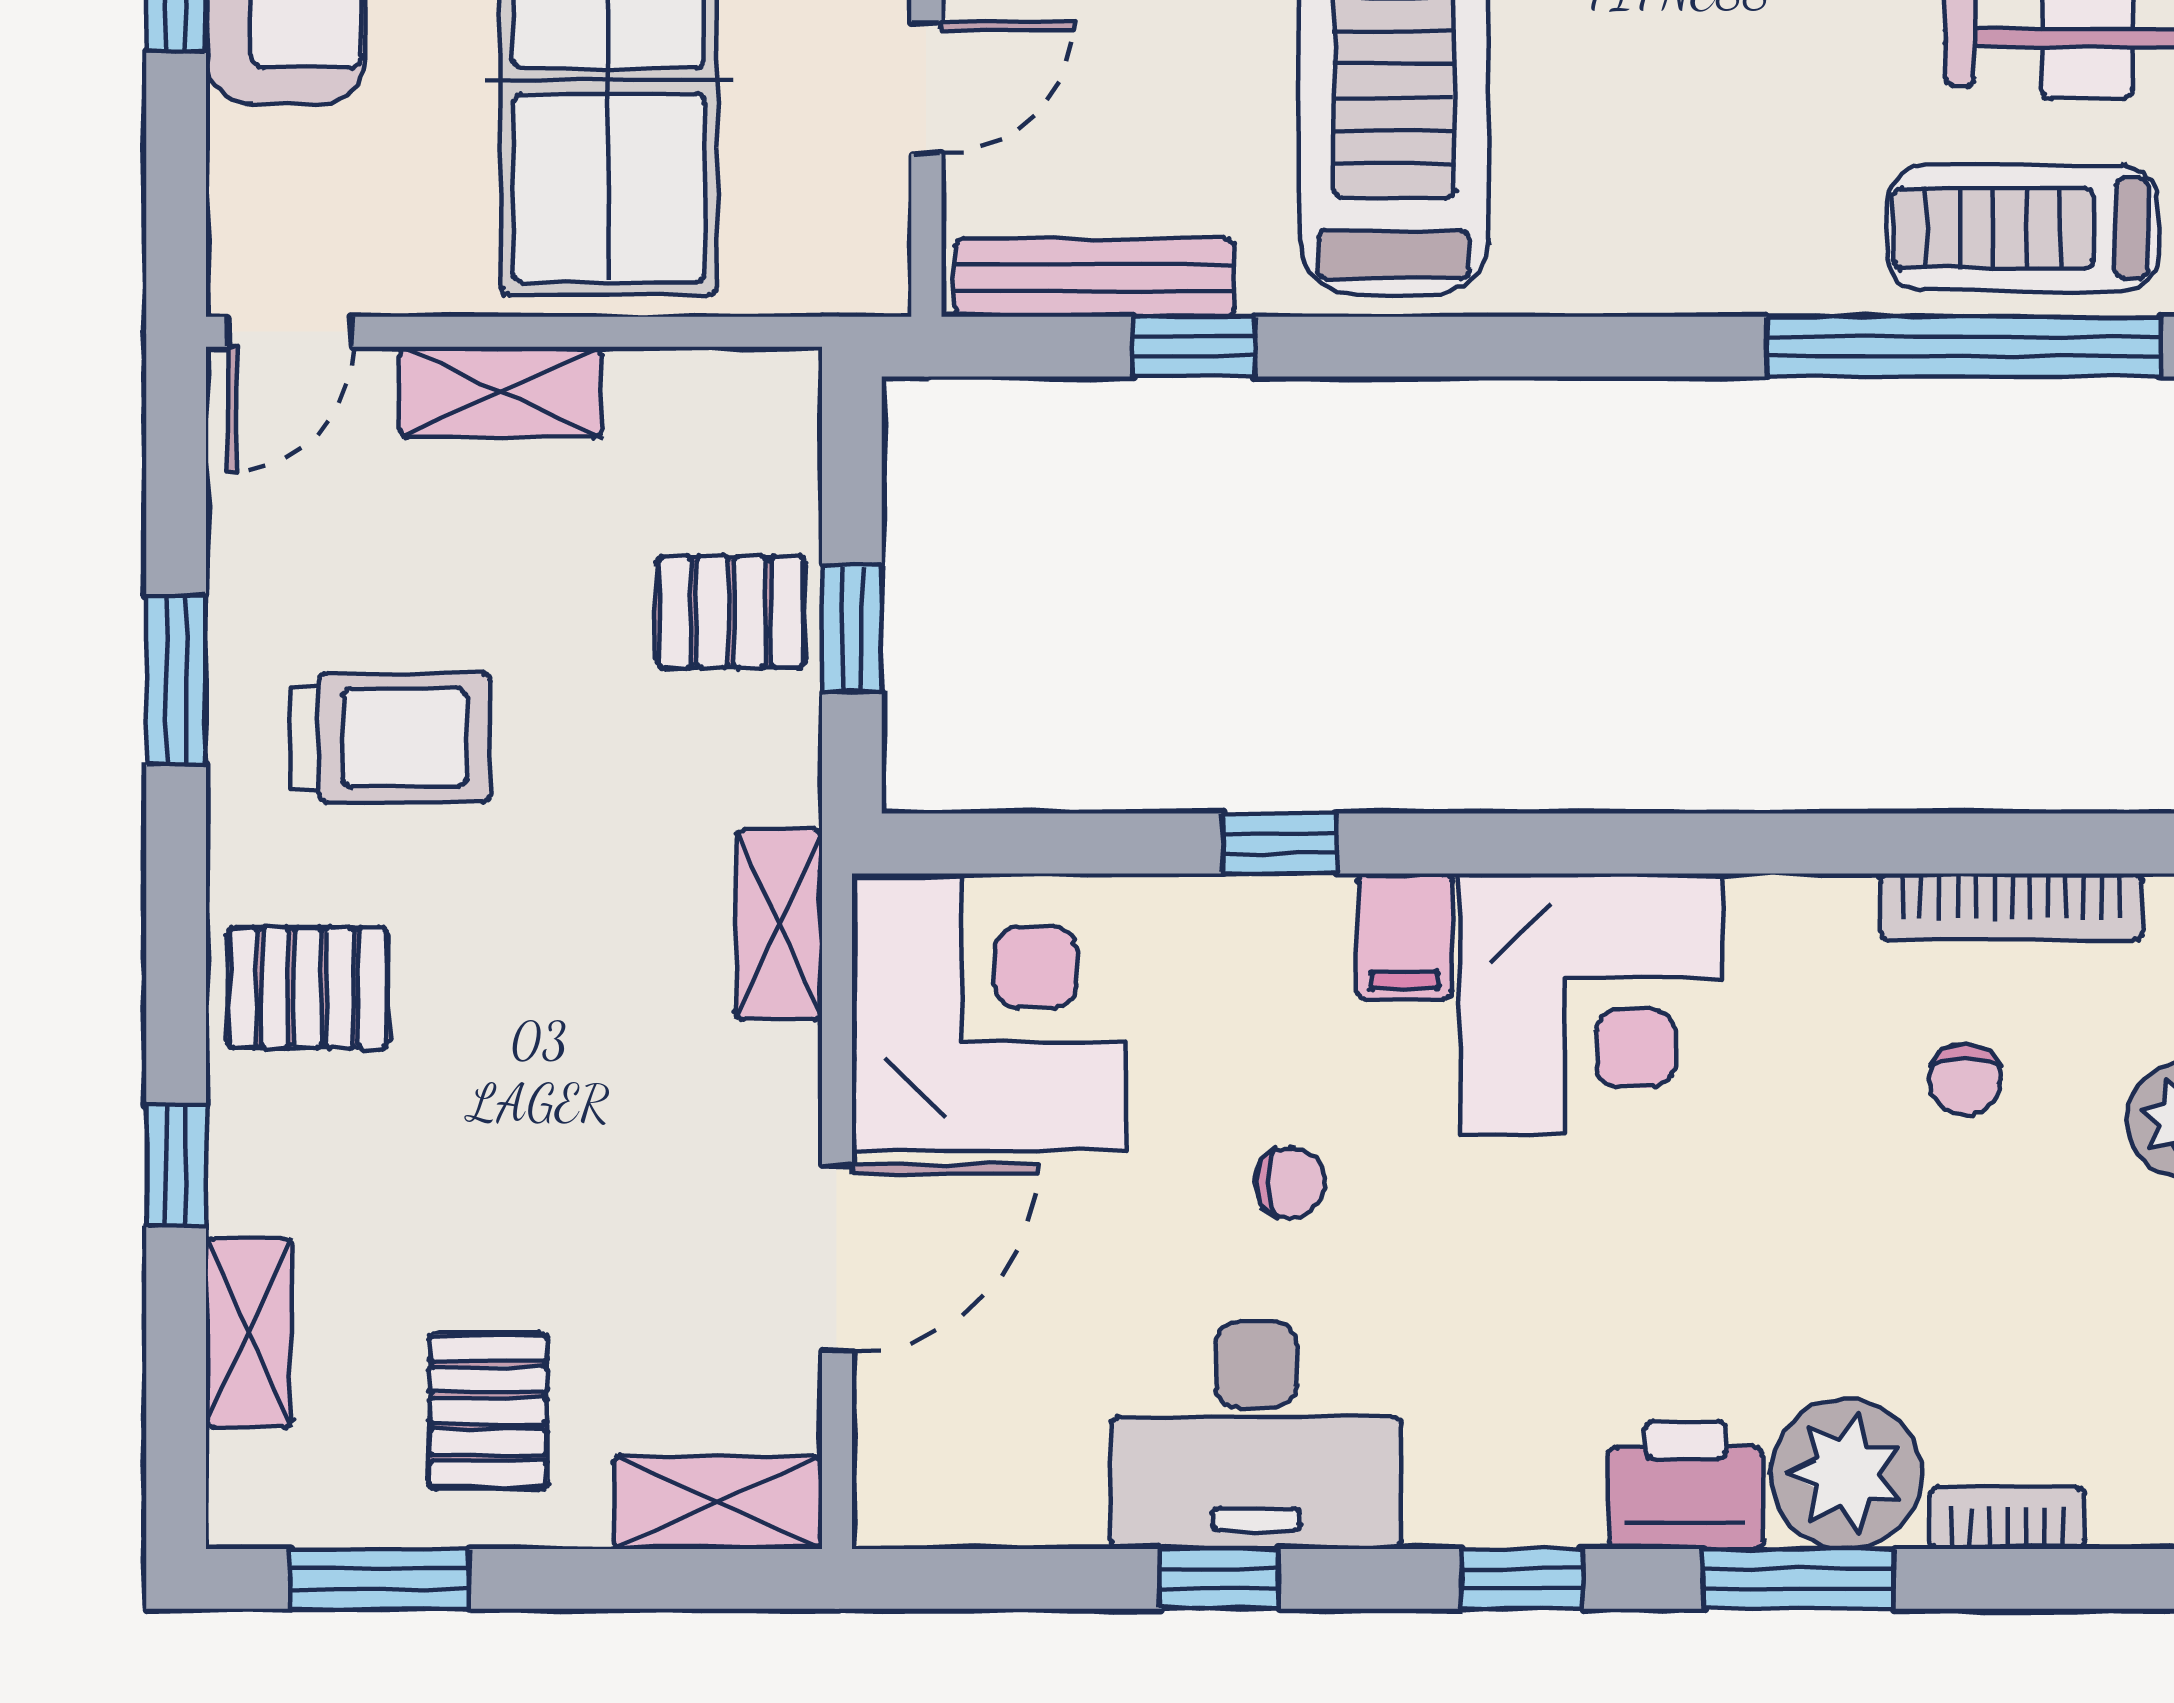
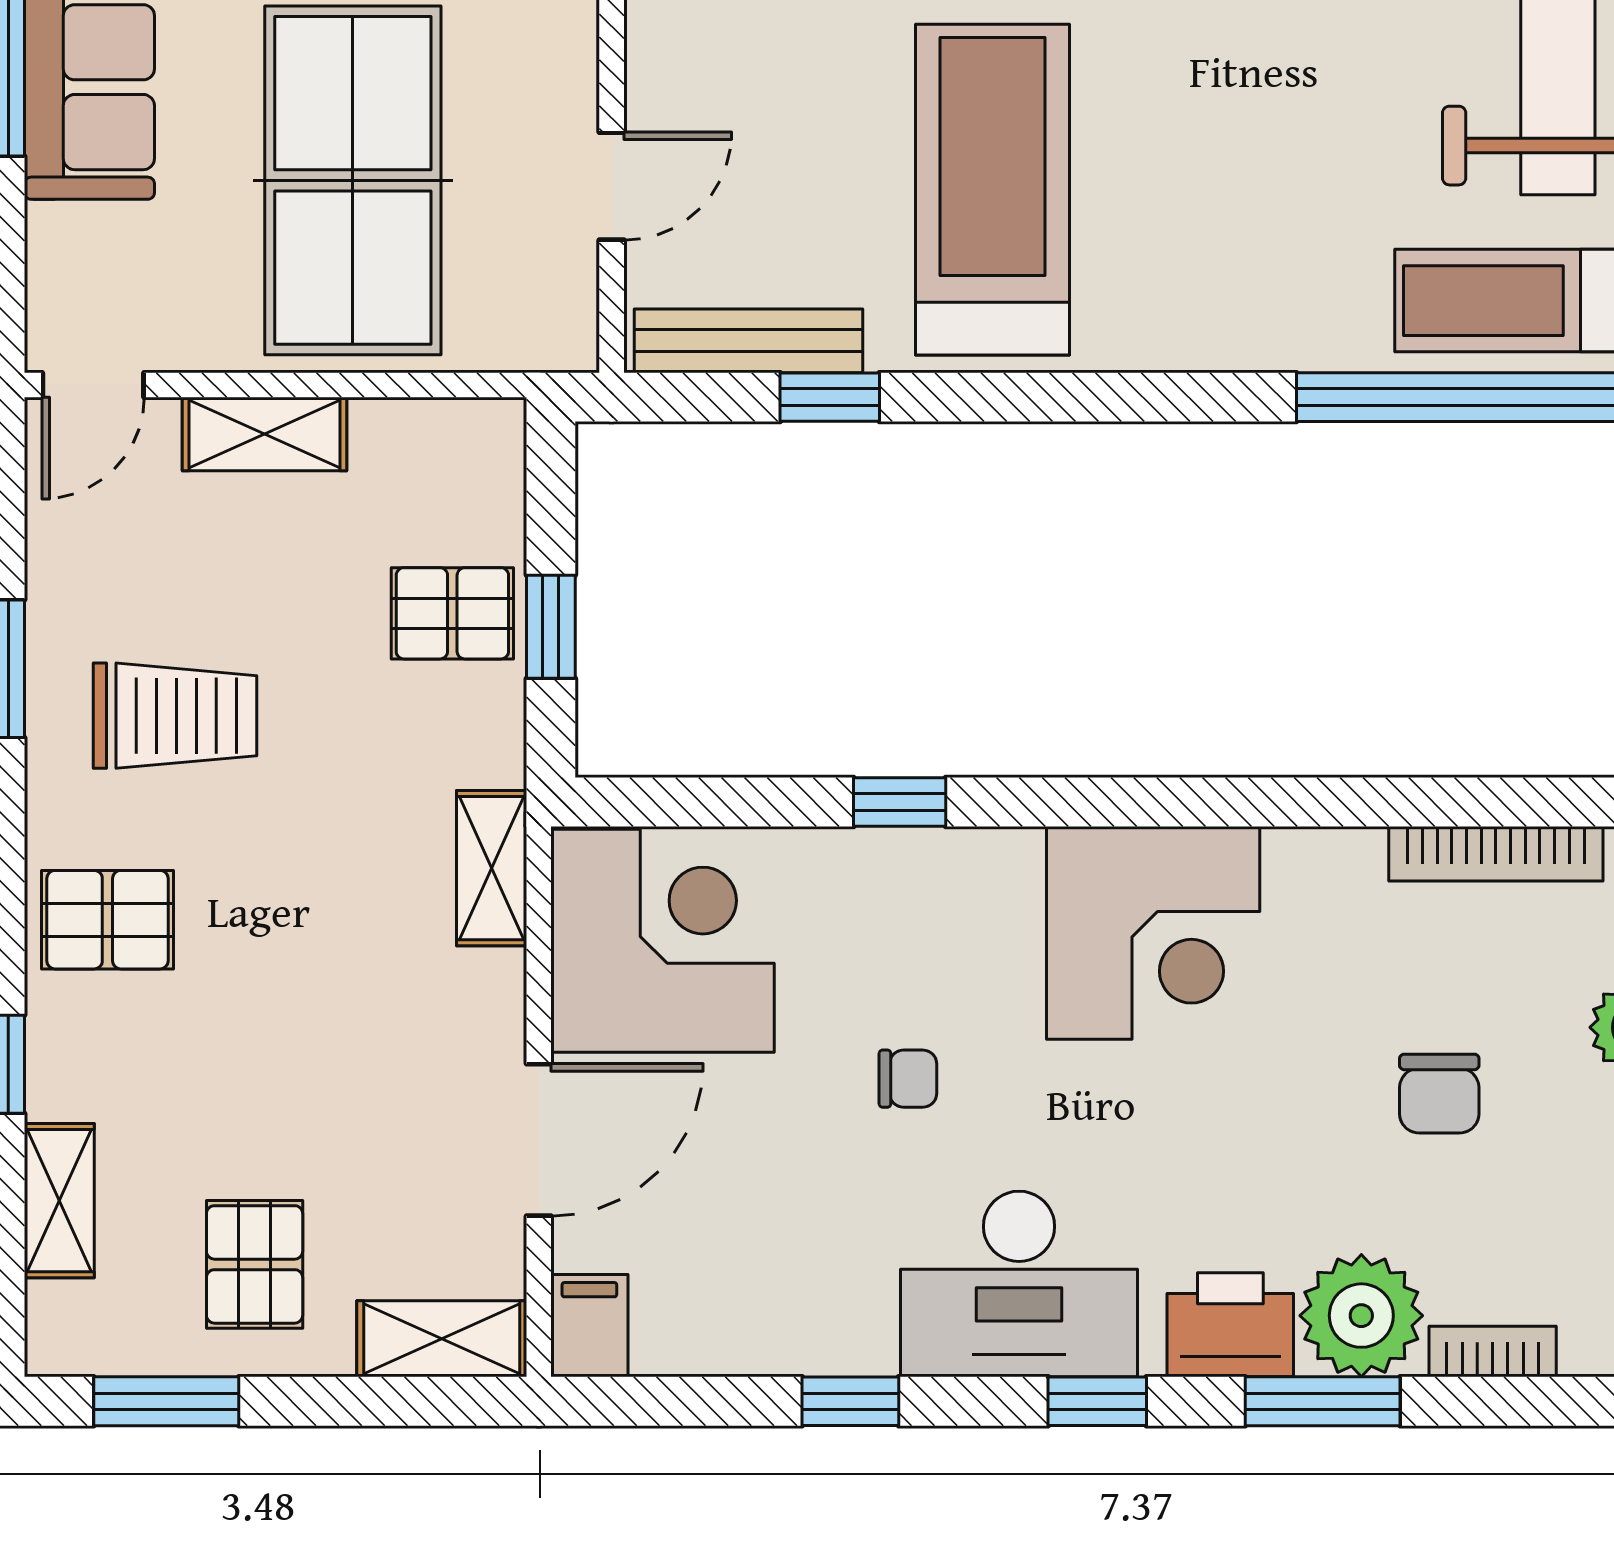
filing cabinet: (1405, 936) -> (589, 1326), moved, turned 180
chair: (1965, 1080) -> (1439, 1094), moved, width x1.37, depth x1.37
desk: (1256, 1435) -> (1019, 1284), moved

